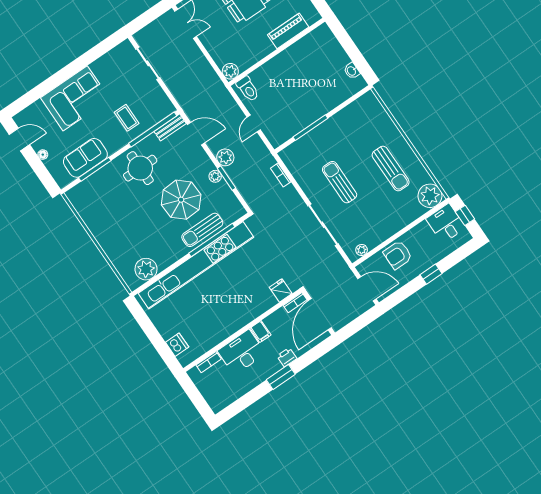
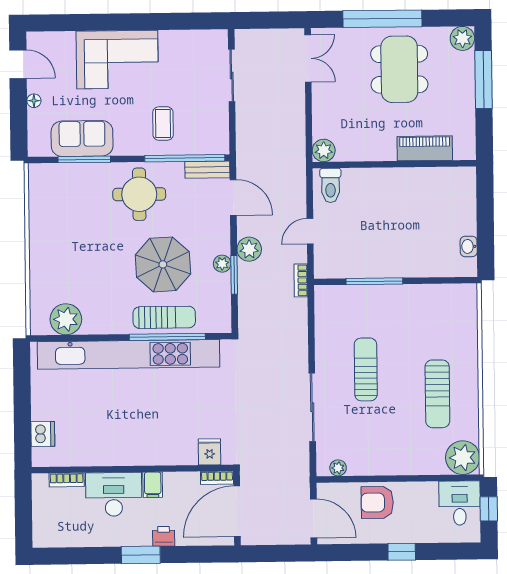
bookcase: (281, 175) -> (301, 280), moved
sun lounger: (202, 230) -> (164, 317), turned 180

